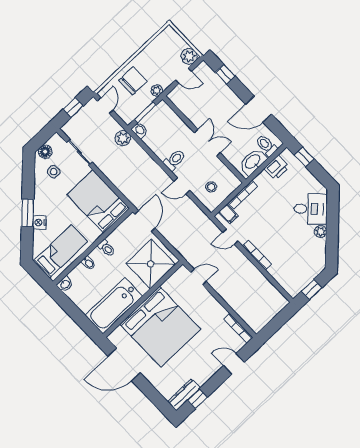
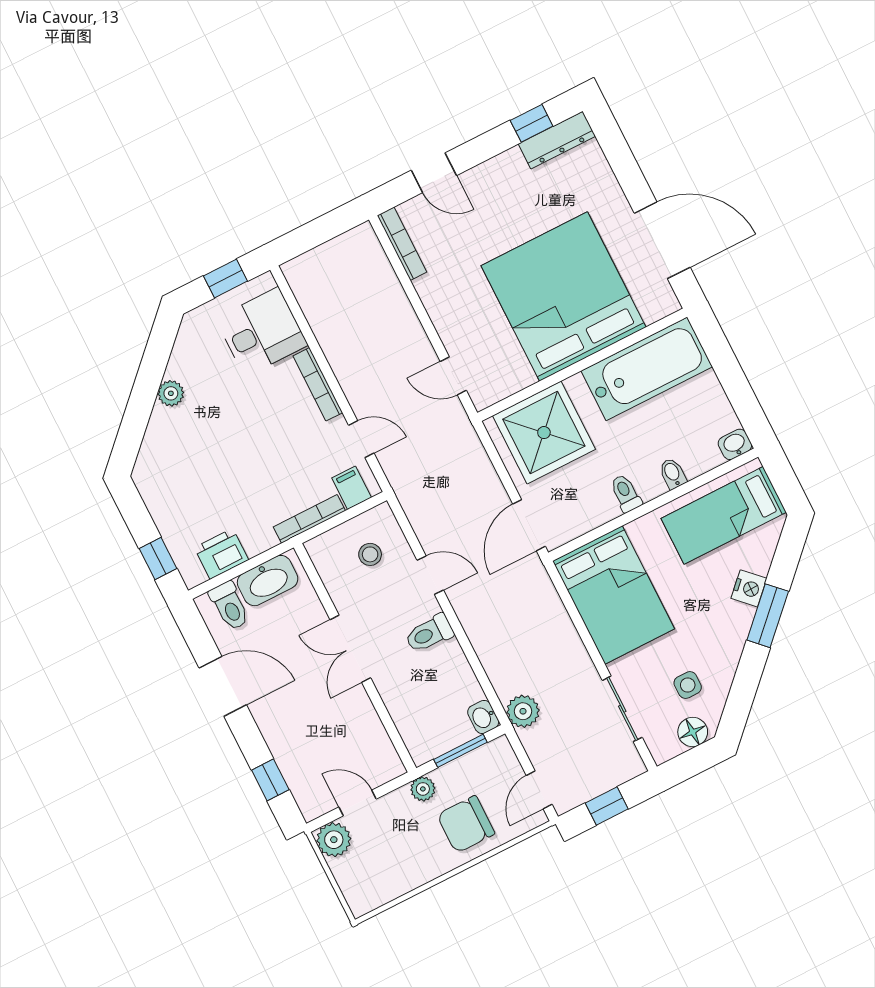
desk: (311, 209) -> (262, 332), moved, turned 135

